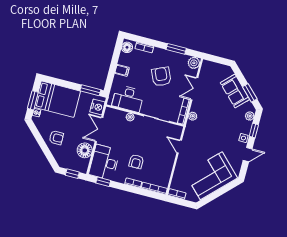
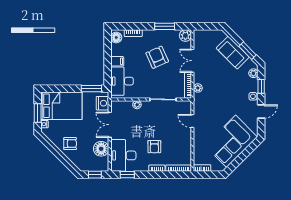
desk: (128, 99) -> (122, 81), moved, turned 90

